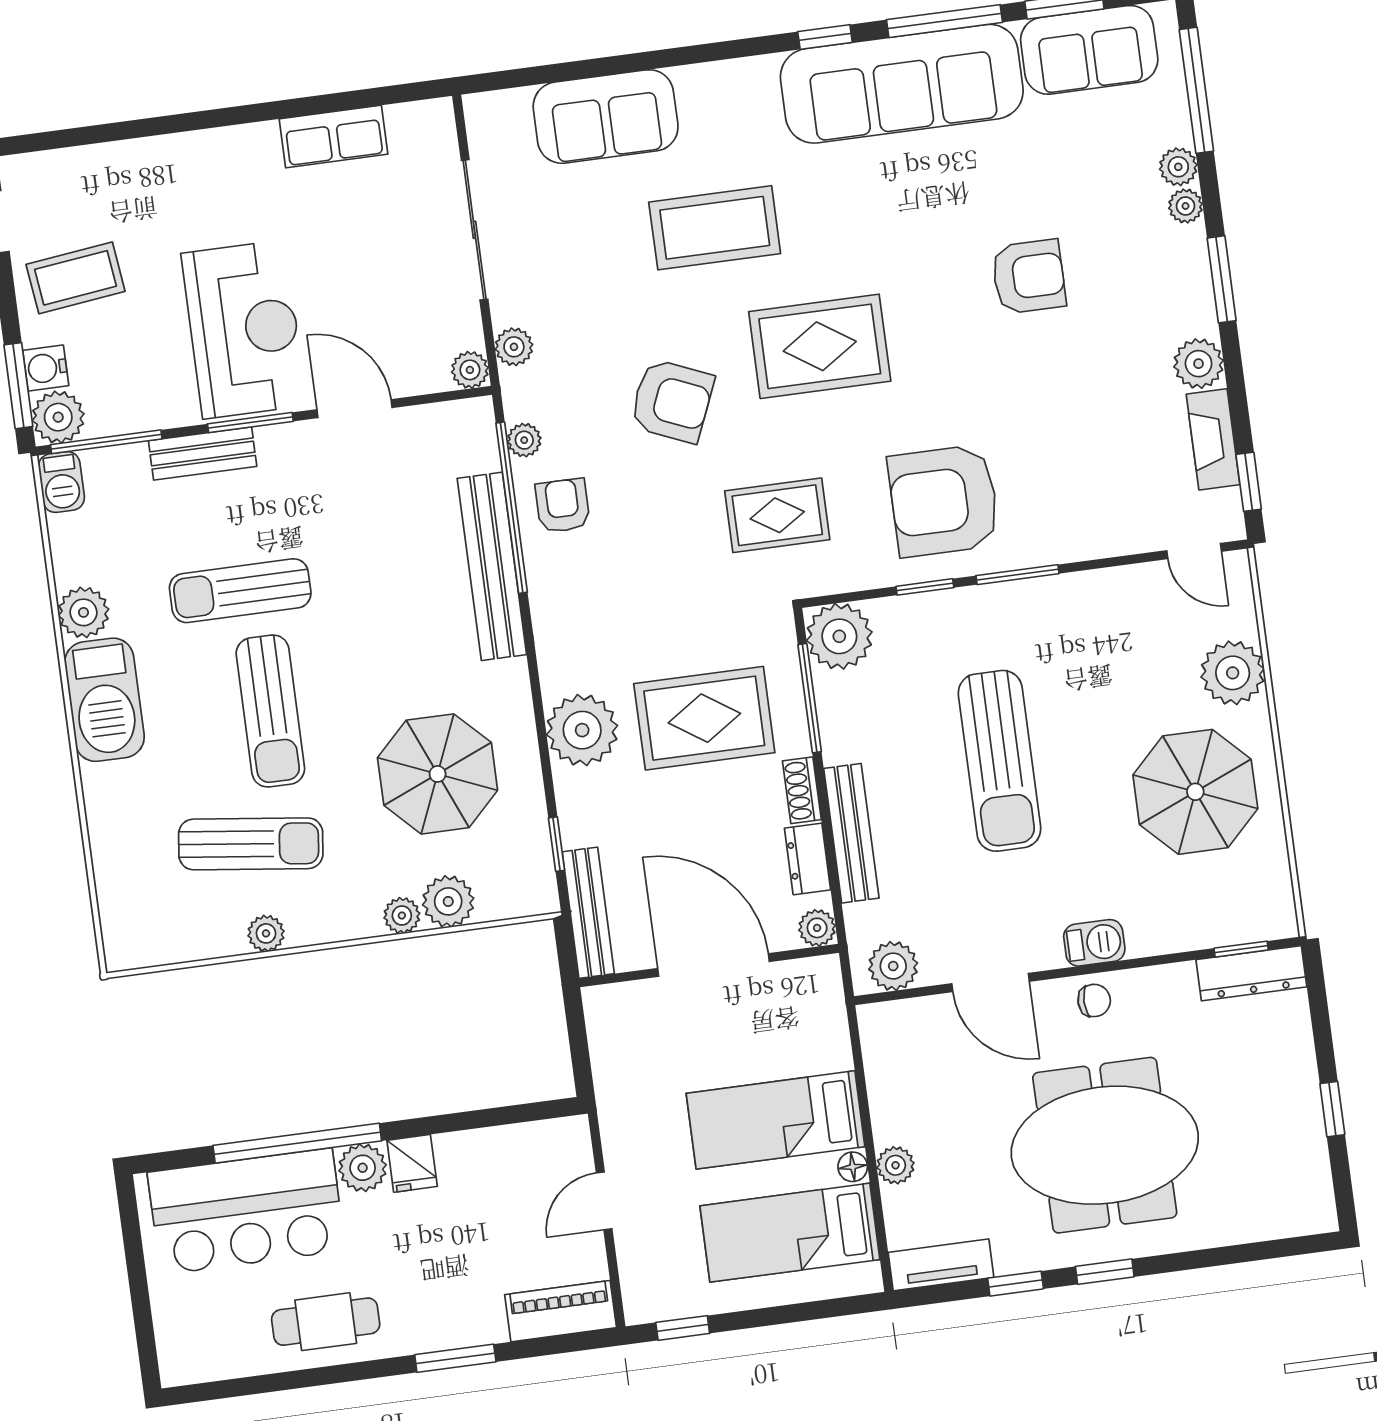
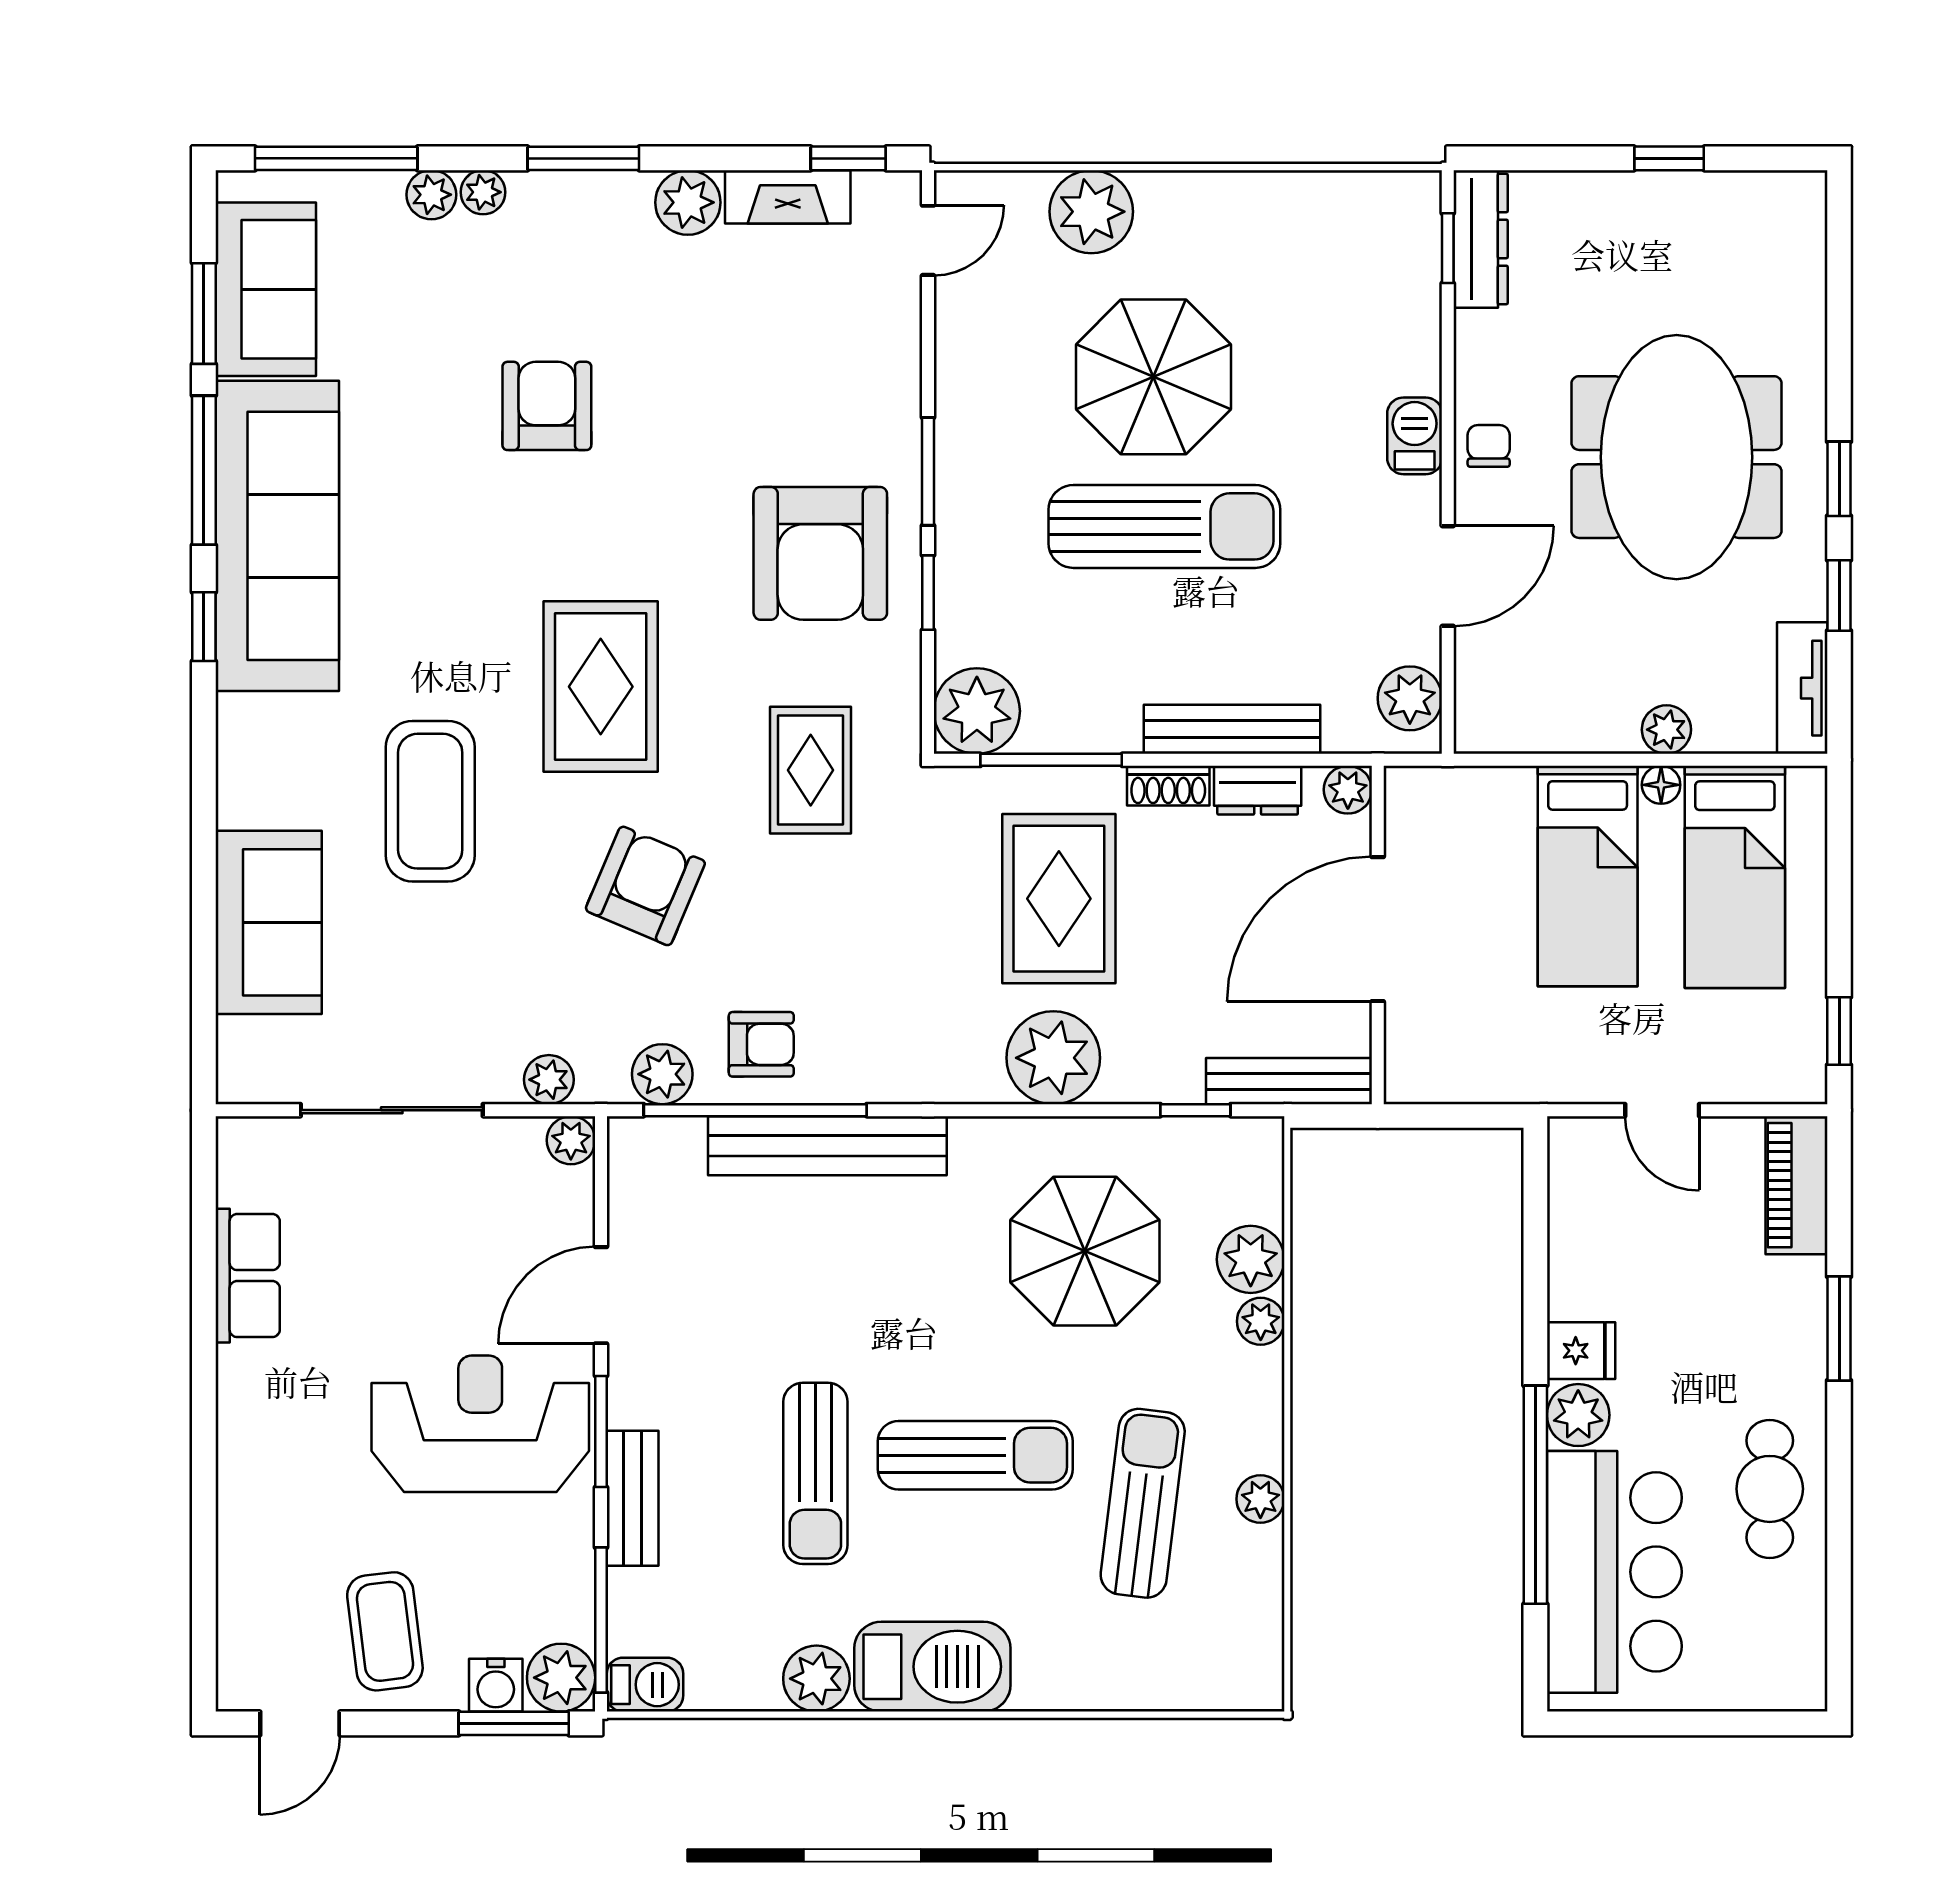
plant: (524, 440) -> (662, 1074), width x1.38, depth x1.38
armchair: (563, 506) -> (761, 1044), turned 180
parasol: (1195, 792) -> (1153, 377), moved

